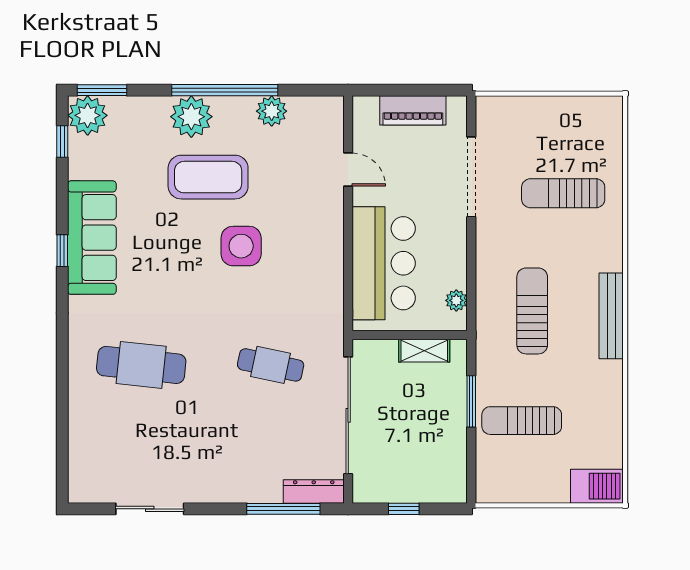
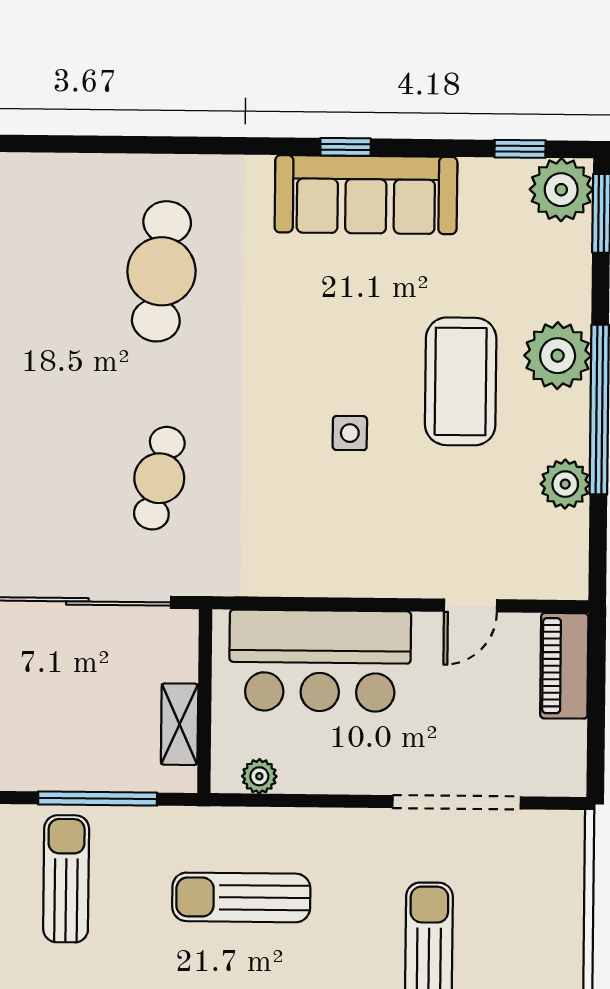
piano: (413, 110) -> (564, 666), moved
side table: (241, 246) -> (350, 433), width x0.54, depth x0.54
sun lounger: (532, 311) -> (241, 897), turned 180
window: (471, 401) -> (98, 798), width x1.44

